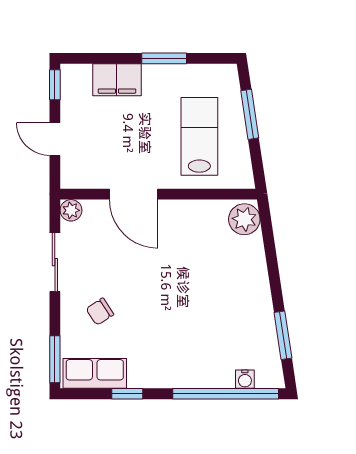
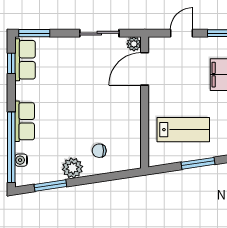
door: (134, 194) -> (145, 69), moved
plant: (244, 219) -> (72, 168), moved
chair: (100, 312) -> (99, 151), moved, turned -57
row of seats: (187, 374) -> (25, 121), added
window: (127, 394) -> (11, 63), moved

